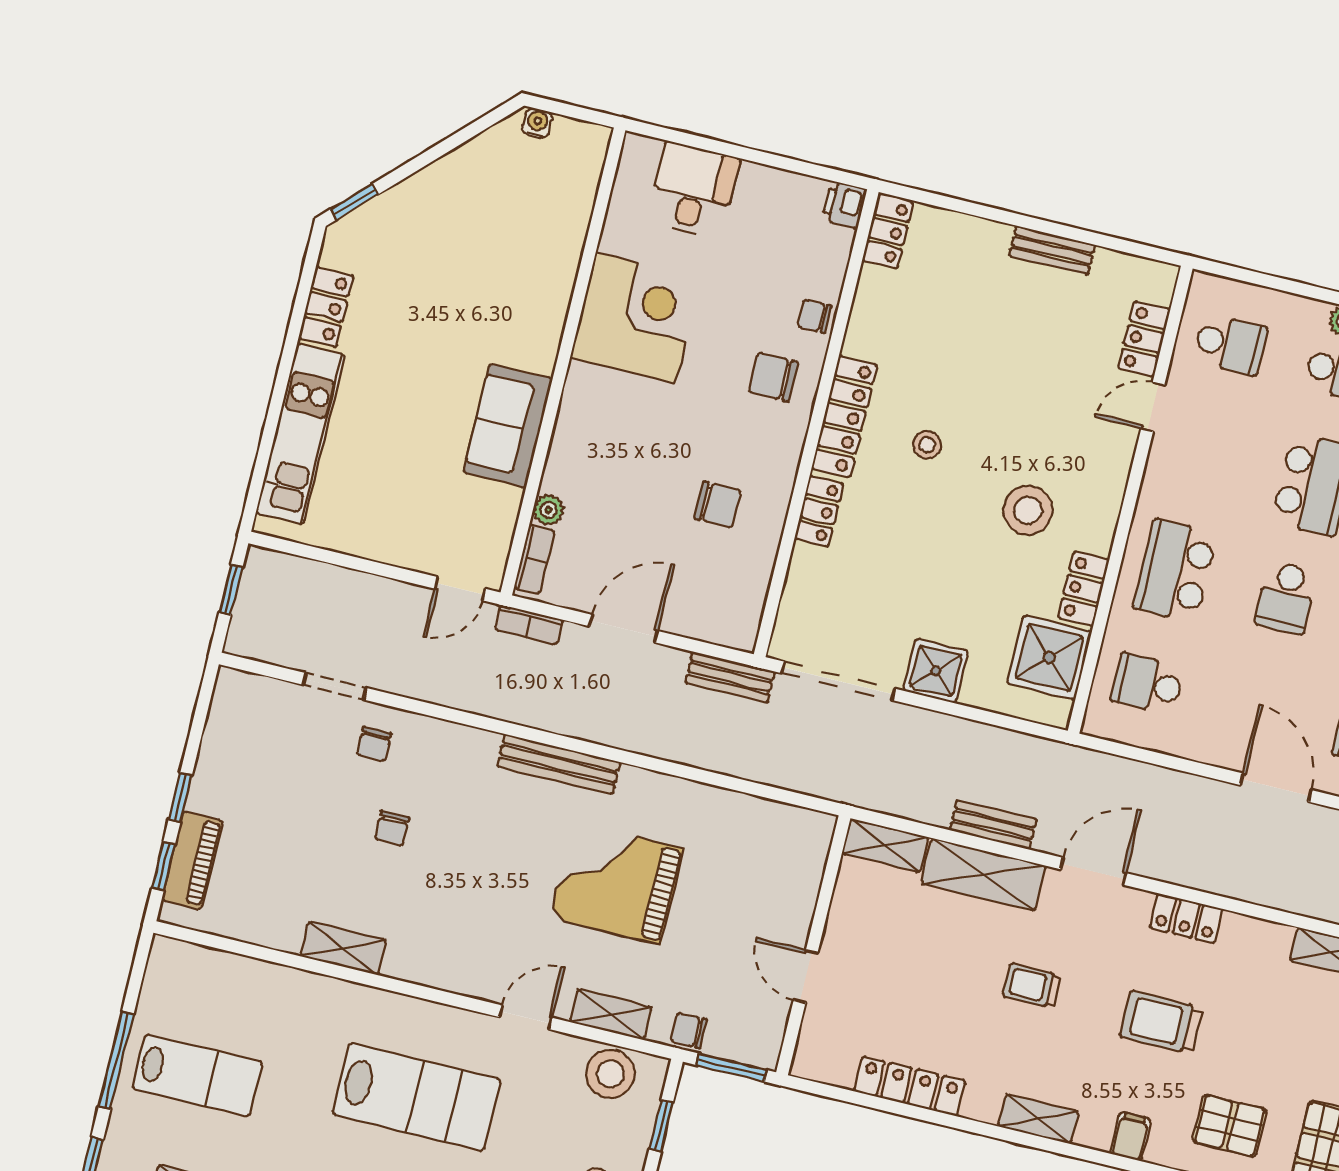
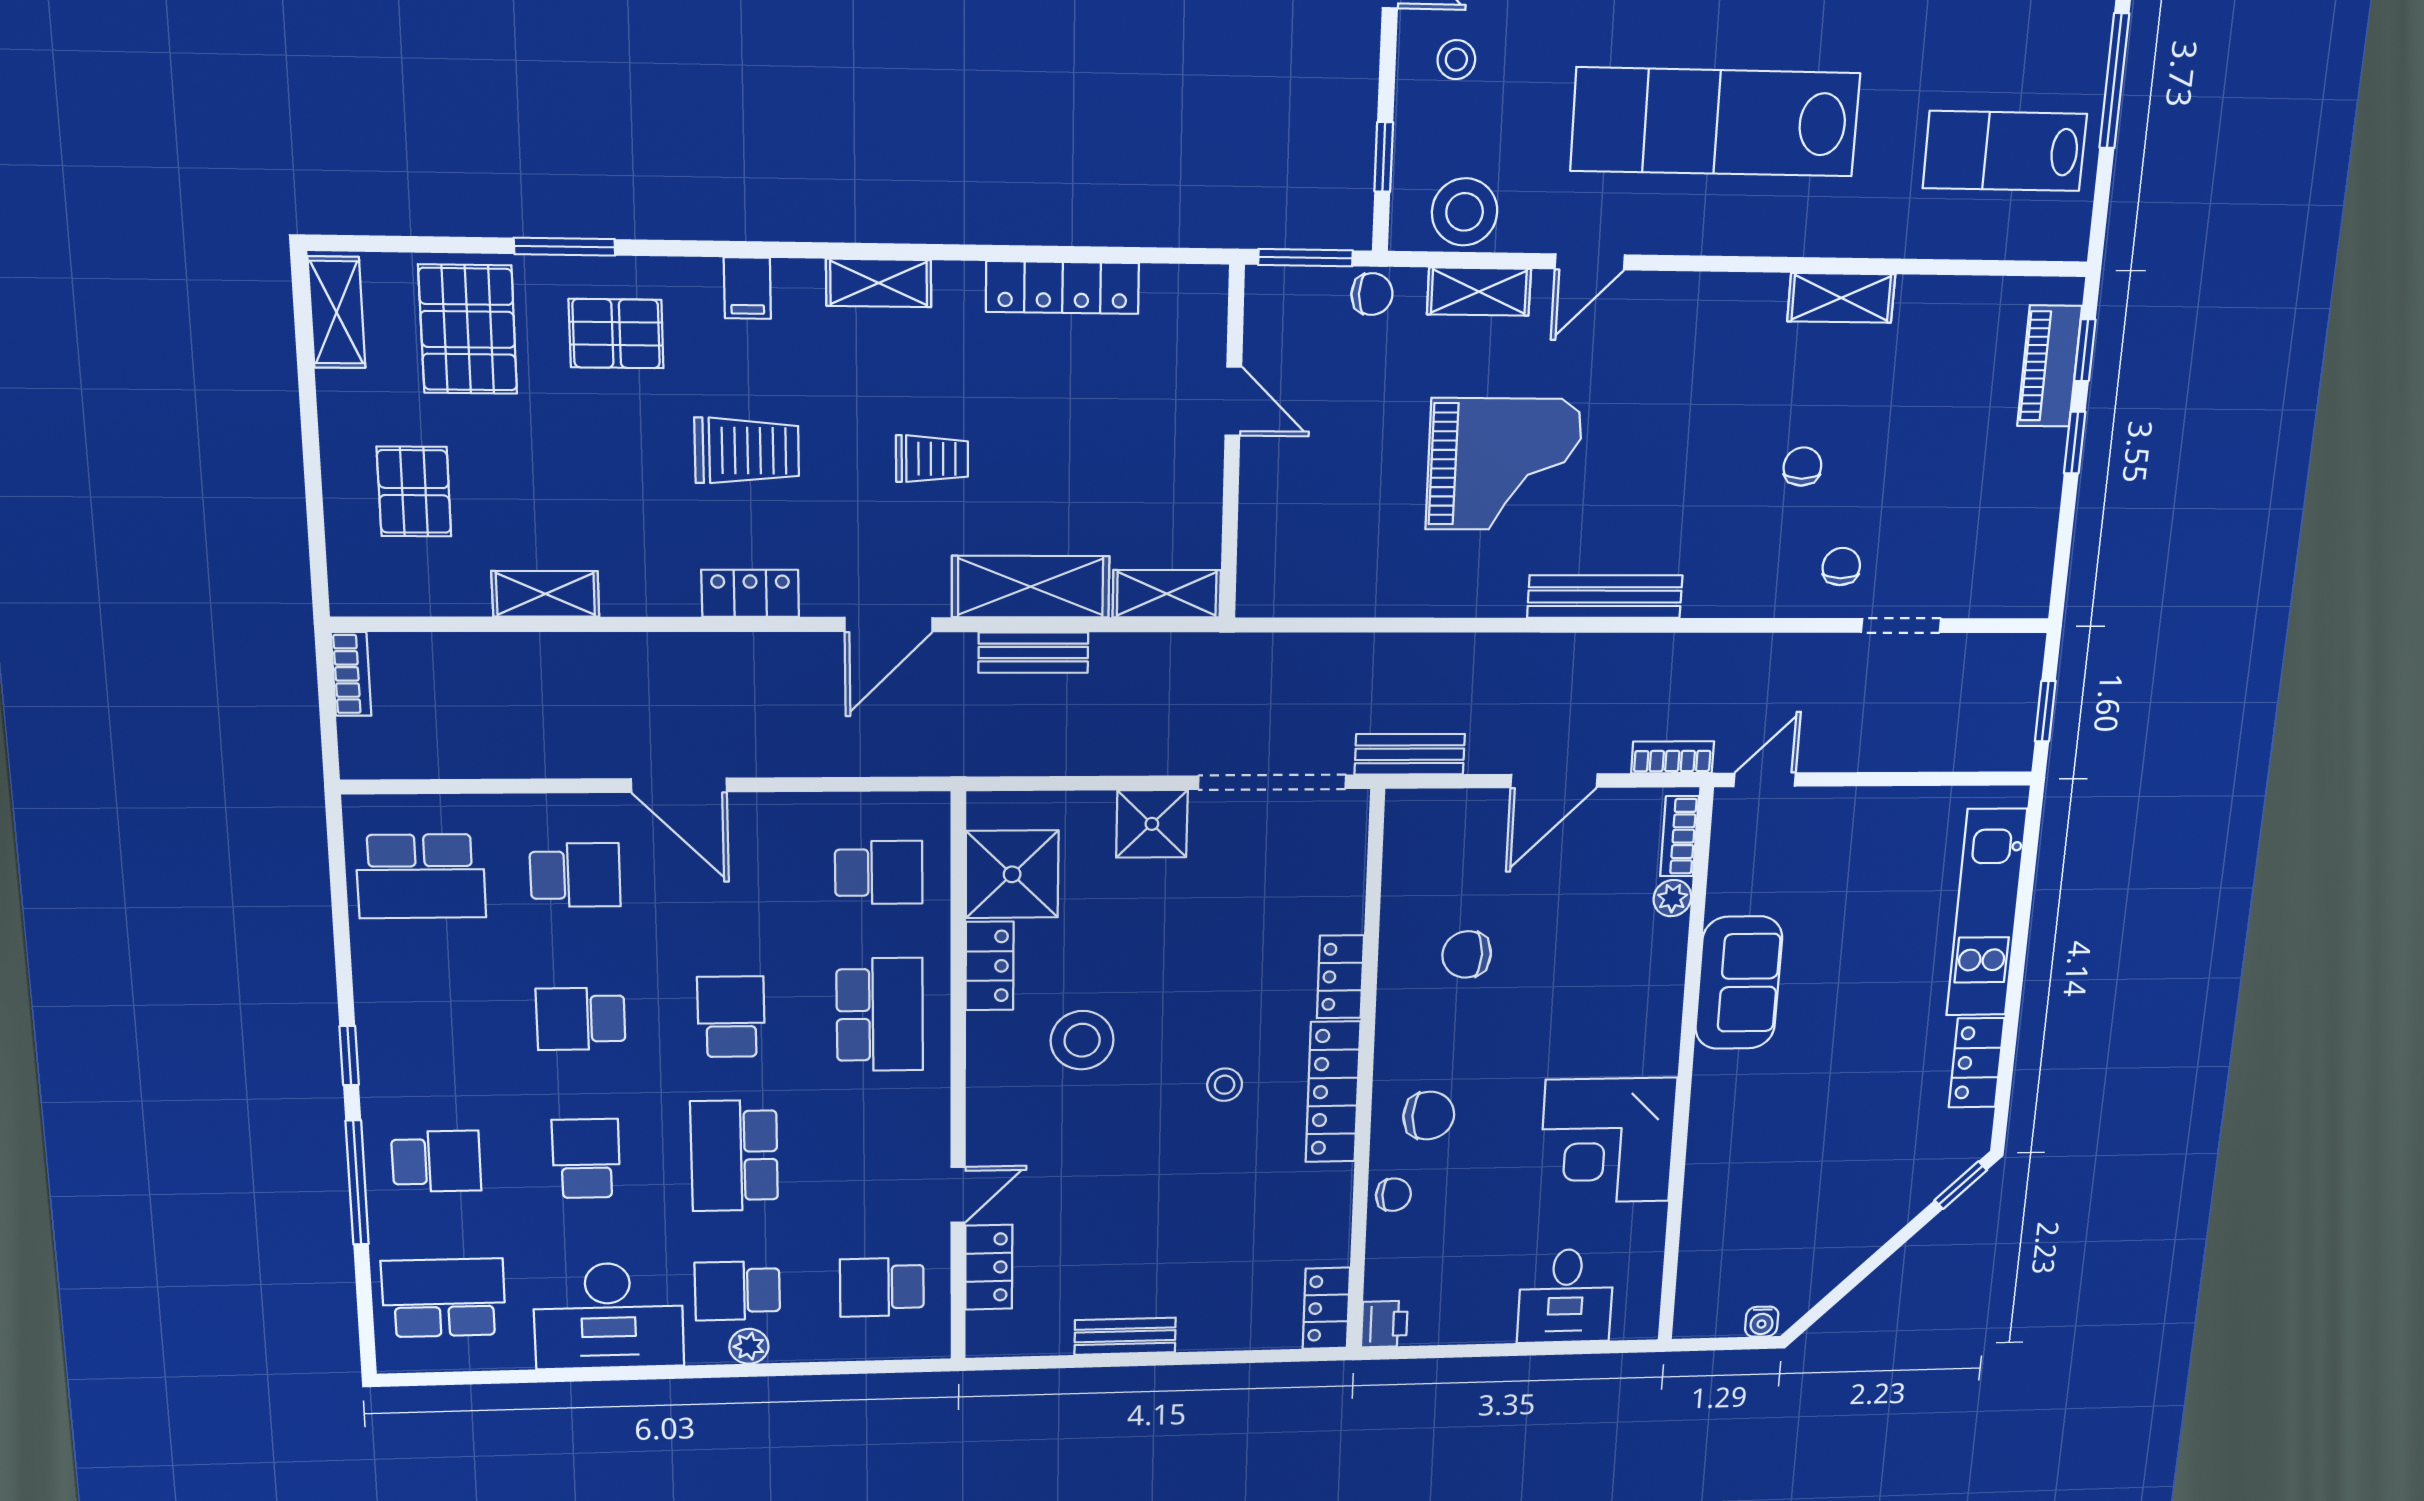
lab bench: (197, 1075) -> (2005, 151), moved
lab bench: (416, 1097) -> (1715, 122), width x1.36

